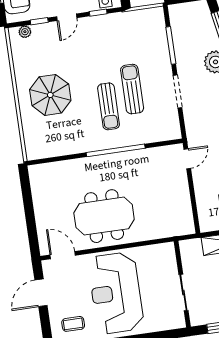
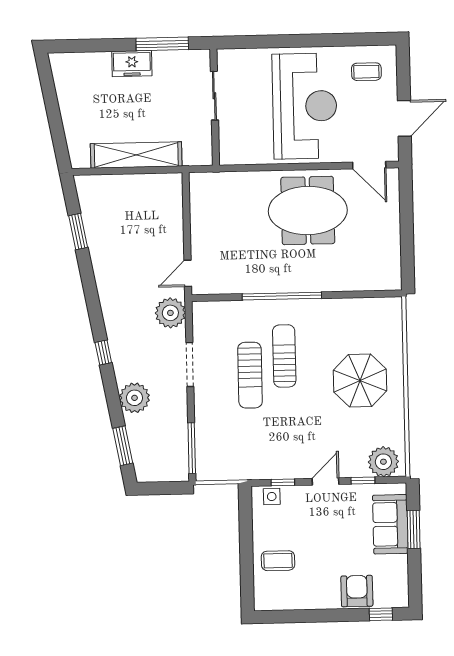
plant: (25, 32) -> (383, 462), width x1.87, depth x1.87
window: (171, 45) -> (192, 448), moved
plant: (197, 128) -> (170, 313), added

